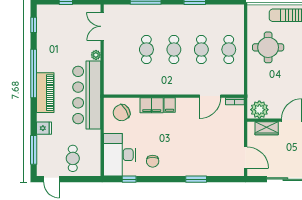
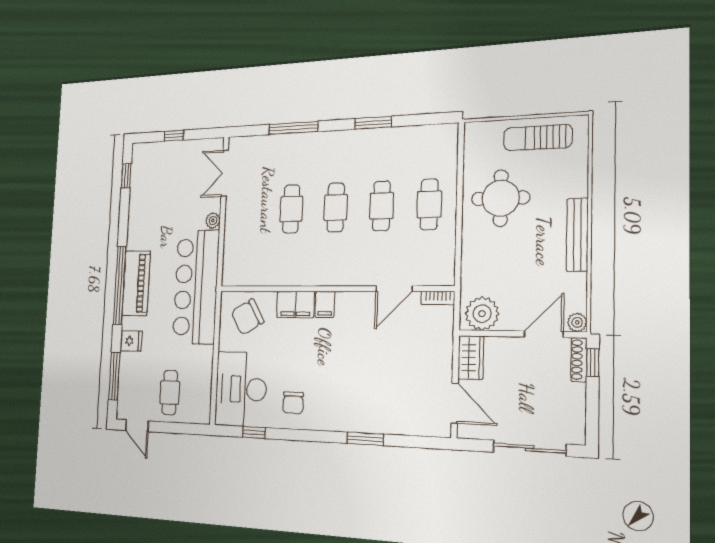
window: (34, 74) -> (120, 285), moved
wardrobe: (267, 128) -> (471, 358), moved, turned -90

